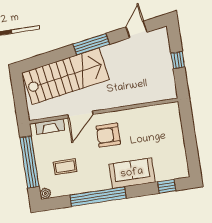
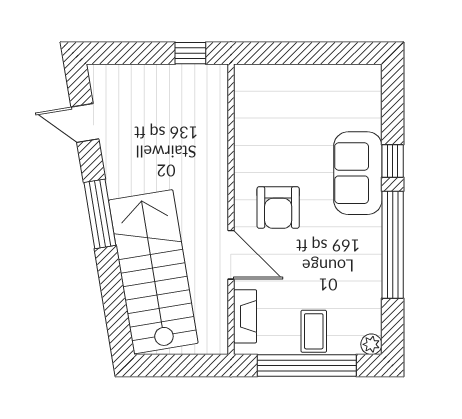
window: (178, 60) -> (190, 53), moved
coffee table: (65, 167) -> (314, 331), moved
window: (167, 186) -> (393, 161), moved

